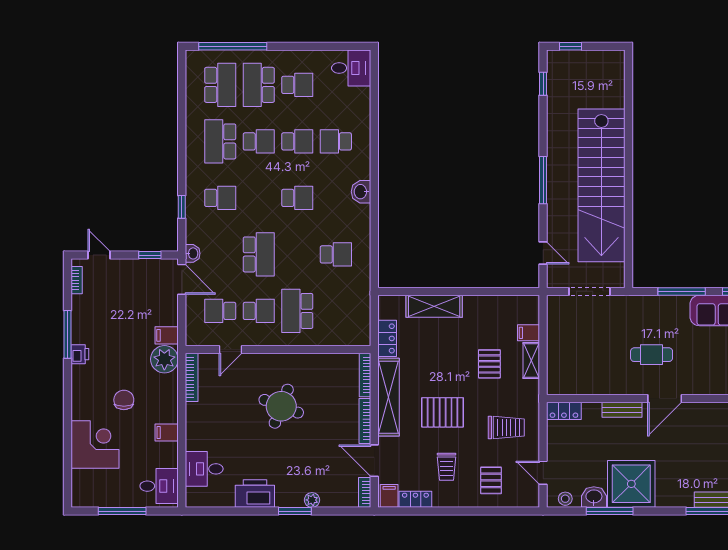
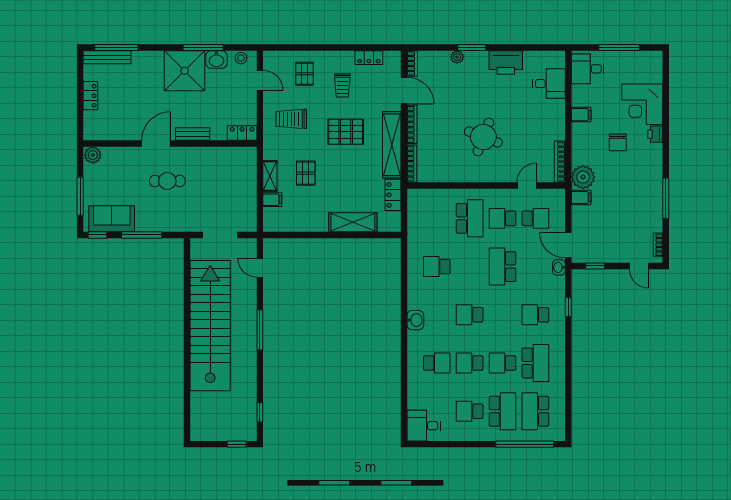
printer: (80, 354) -> (655, 134), moved
trolley: (446, 467) -> (342, 85), turned 180
filing cabinet: (389, 496) -> (391, 60), removed

